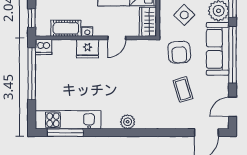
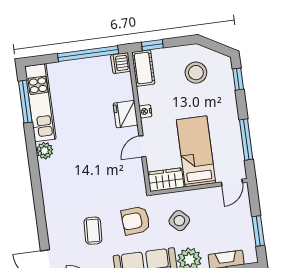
cot: (66, 28) -> (143, 68), moved
door: (117, 38) -> (142, 146), hinge flipped
coffee table: (183, 90) -> (93, 231), turned -70
plant: (128, 122) -> (45, 151), moved

